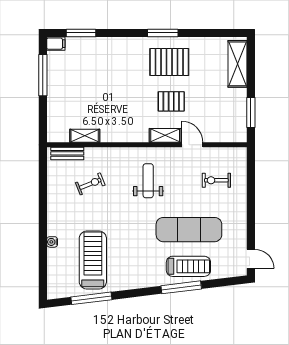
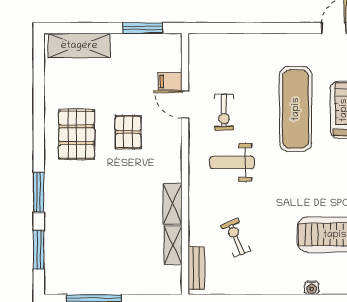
window: (163, 33) -> (39, 192), moved
filing cabinet: (56, 44) -> (170, 82), moved, turned -90
shelving: (165, 135) -> (173, 204), moved
door: (192, 145) -> (185, 104), hinge flipped
exercise bike: (216, 180) -> (224, 112), moved

